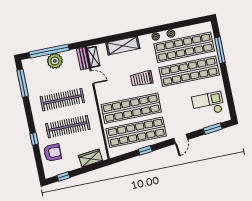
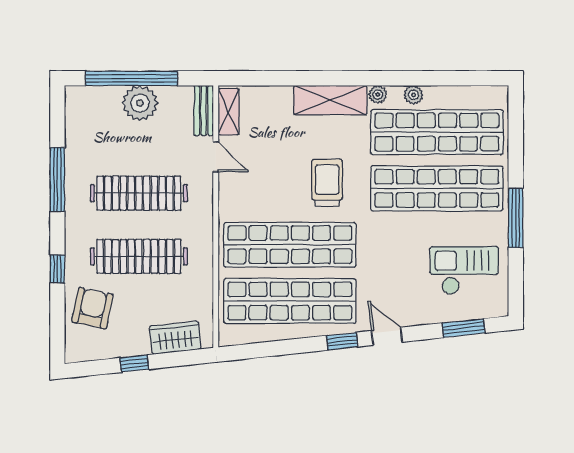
shelving: (123, 46) -> (330, 100), moved
window: (220, 50) -> (516, 218), moved
trolley: (142, 79) -> (327, 183), turned 90
window: (23, 83) -> (57, 180), moved
door: (181, 139) -> (387, 336), swing flipped
window: (145, 150) -> (342, 341), moved
armchair: (53, 153) -> (92, 308), turned -78
window: (63, 176) -> (134, 364), moved

